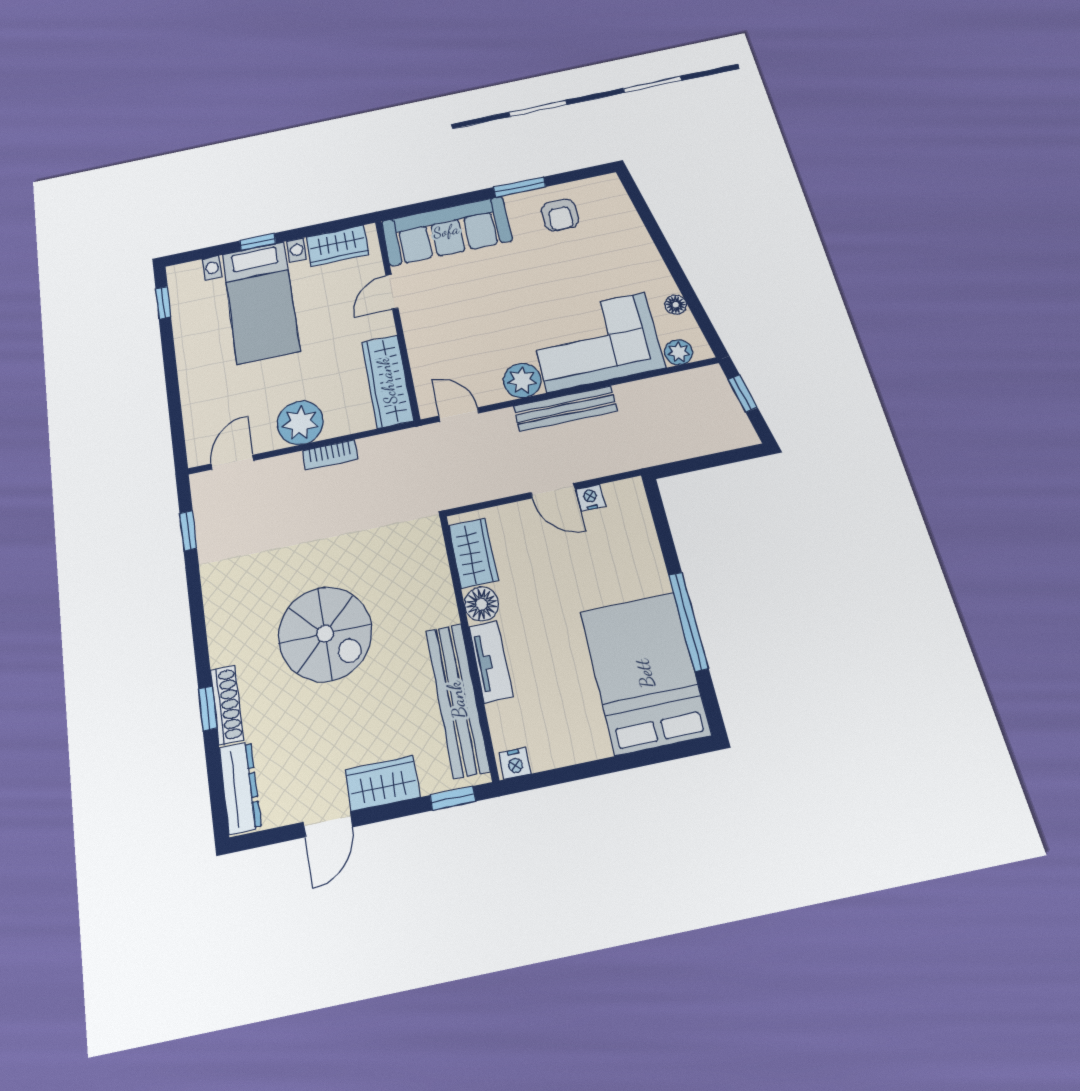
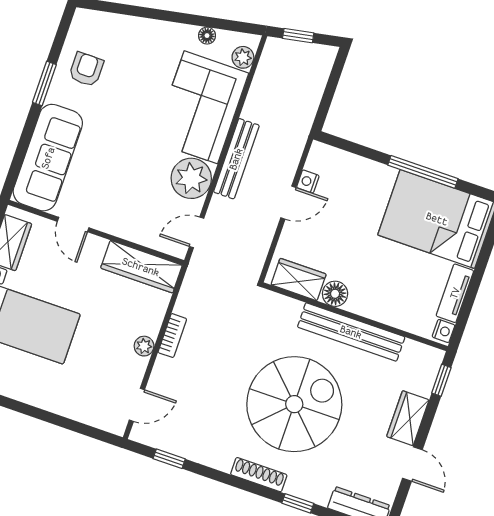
armchair: (560, 215) -> (86, 69), turned -90
plant: (522, 380) -> (191, 178), width x1.36, depth x1.36
plant: (300, 423) -> (144, 346), width x0.53, depth x0.53
door: (232, 462) -> (137, 405), swing flipped
spiral stairs: (325, 634) -> (294, 404), width x1.37, depth x1.37
tv unit: (491, 662) -> (455, 293), moved, turned -90
bench: (457, 700) -> (351, 332), moved
shoe rack: (227, 705) -> (259, 475), moved

